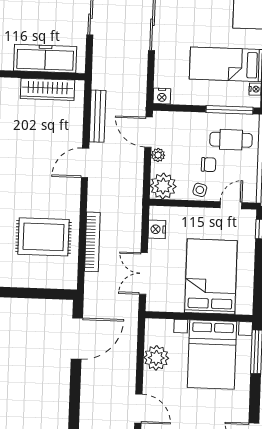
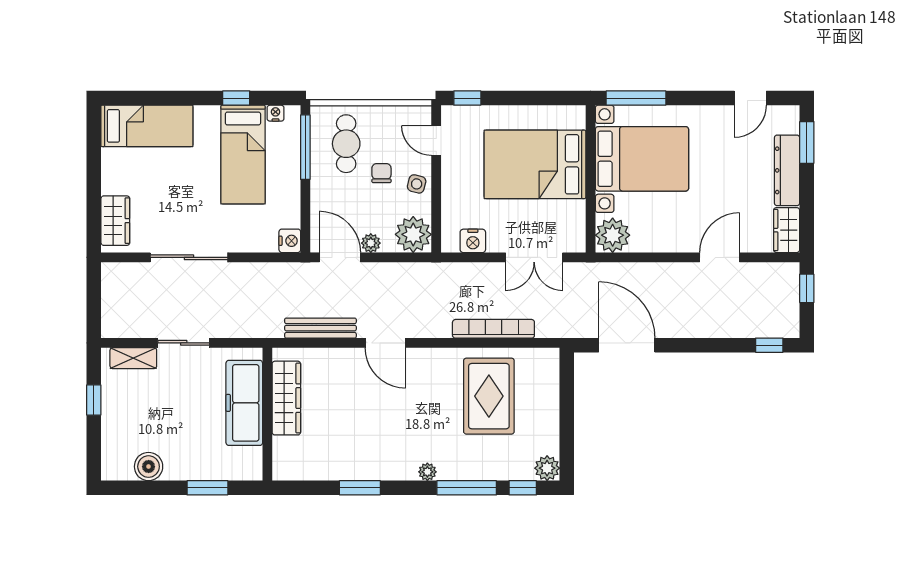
door: (148, 132) -> (340, 257), swing flipped
plant: (156, 358) -> (613, 235), moved

